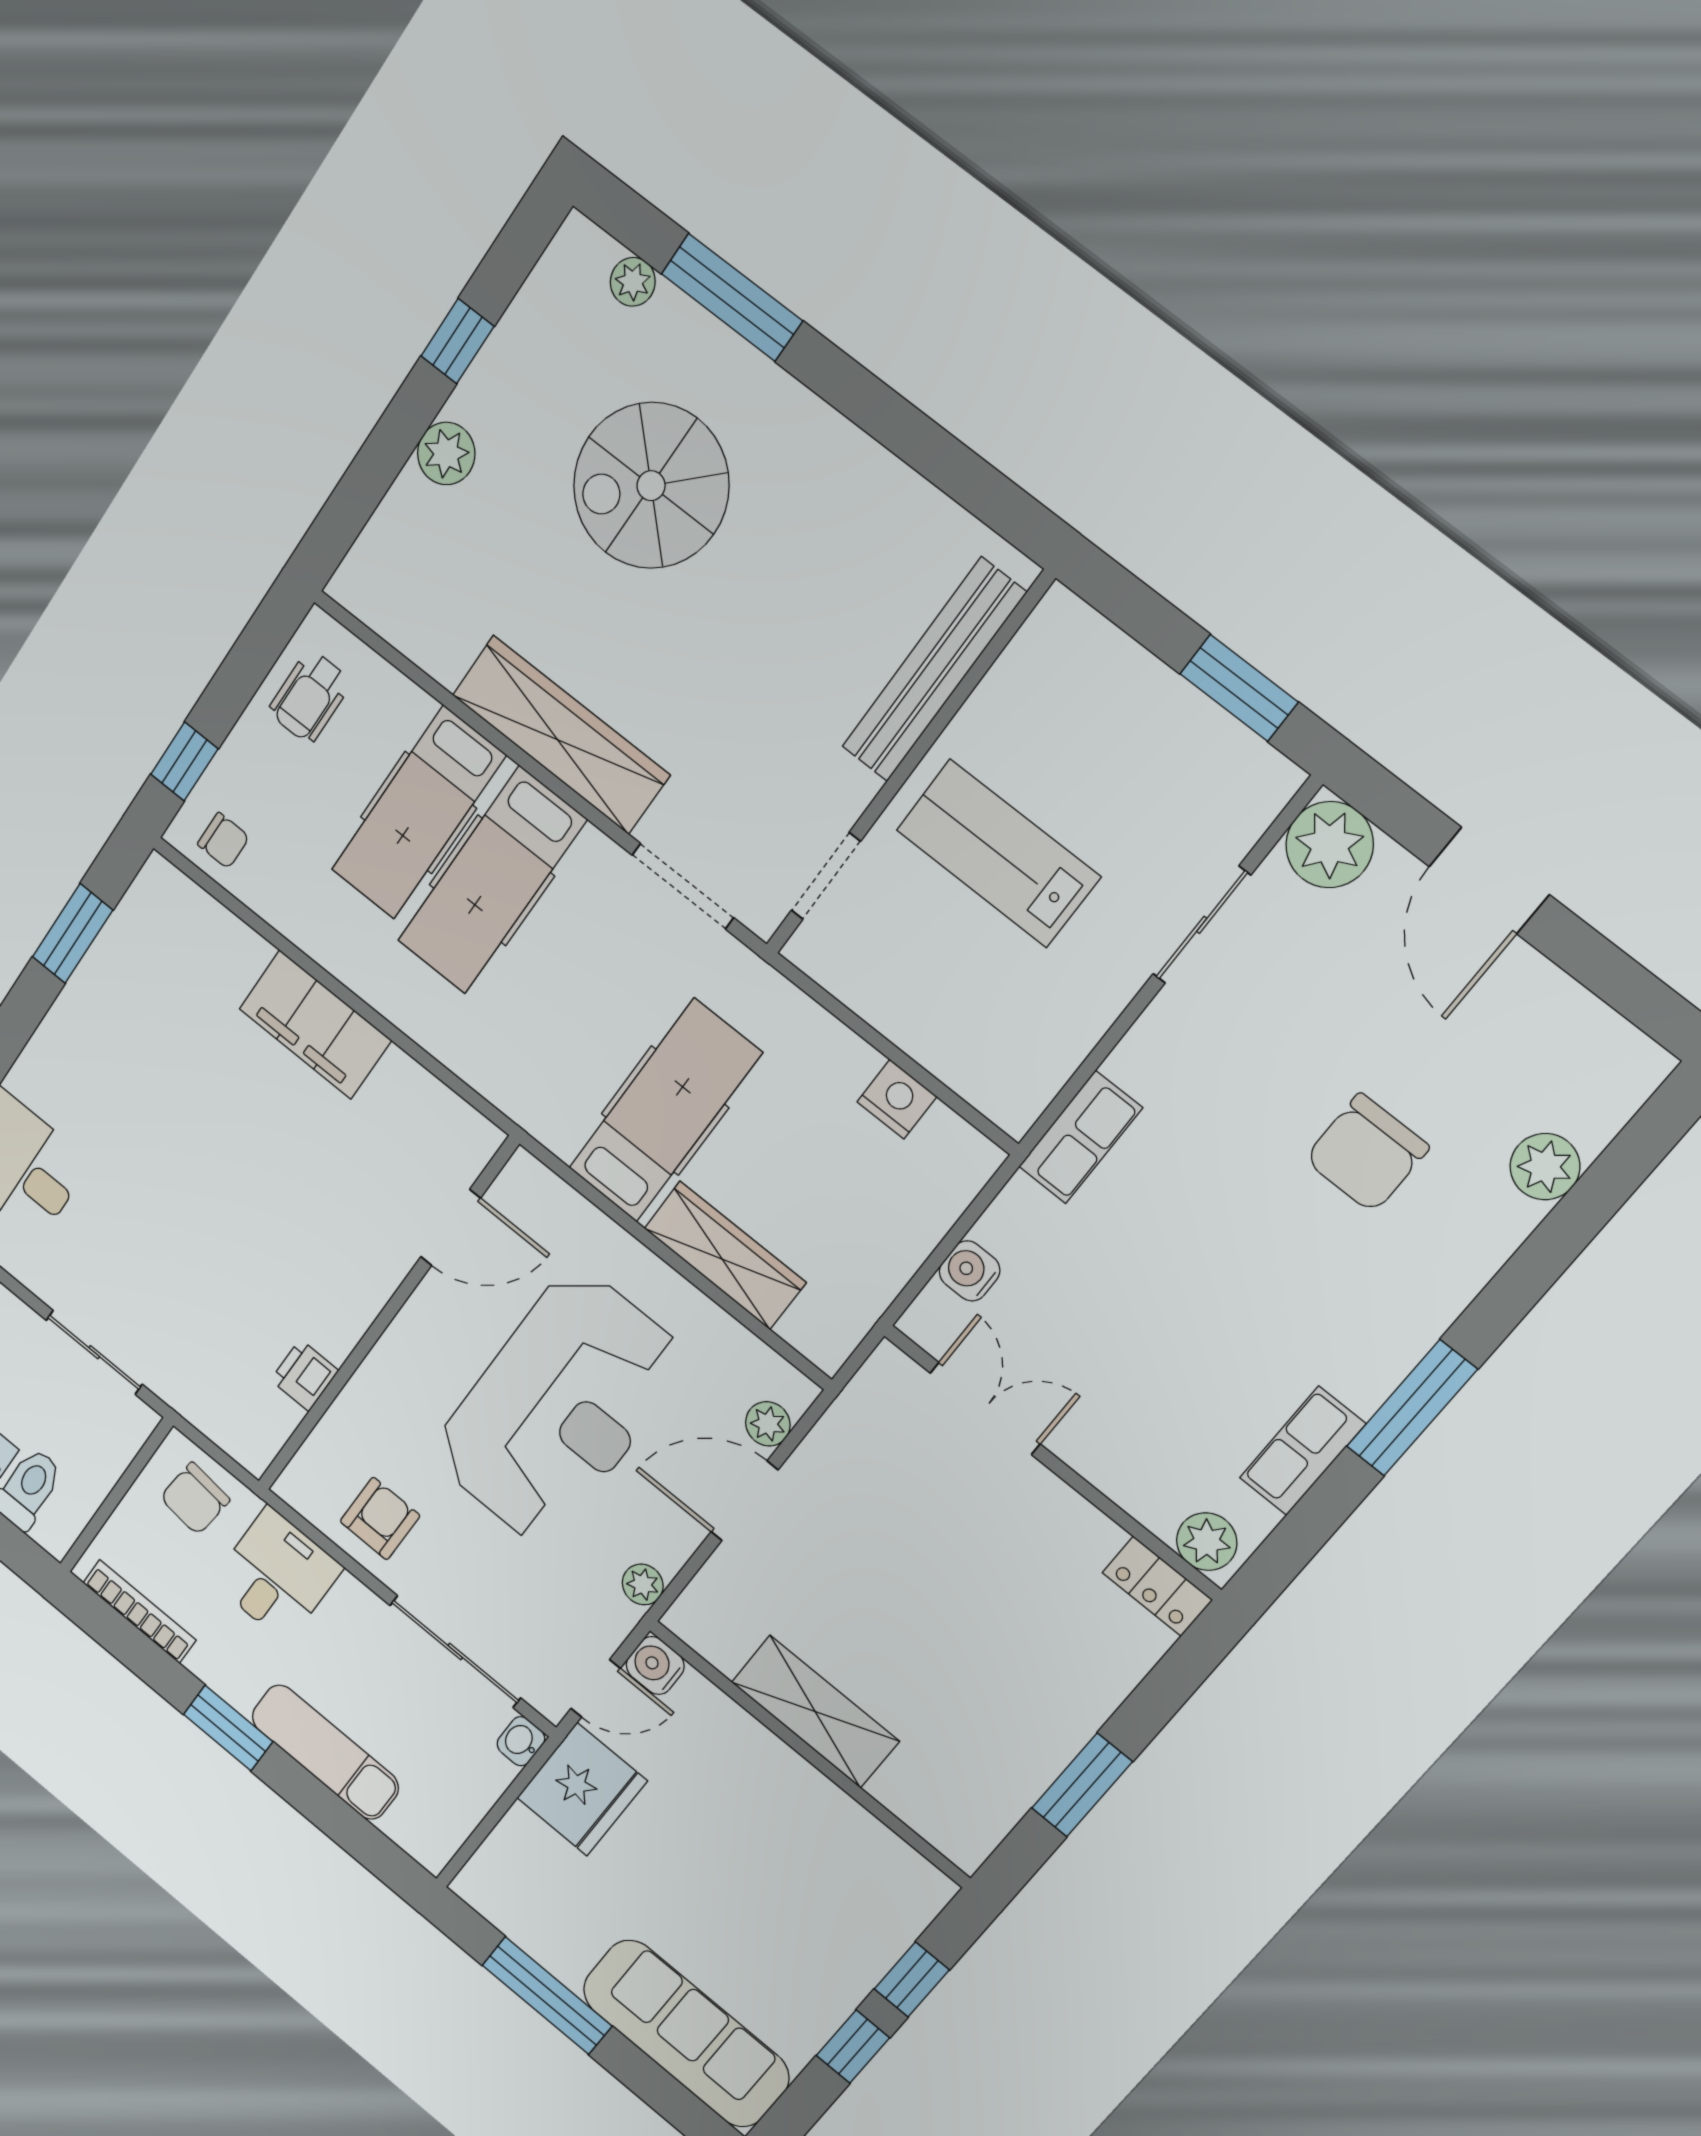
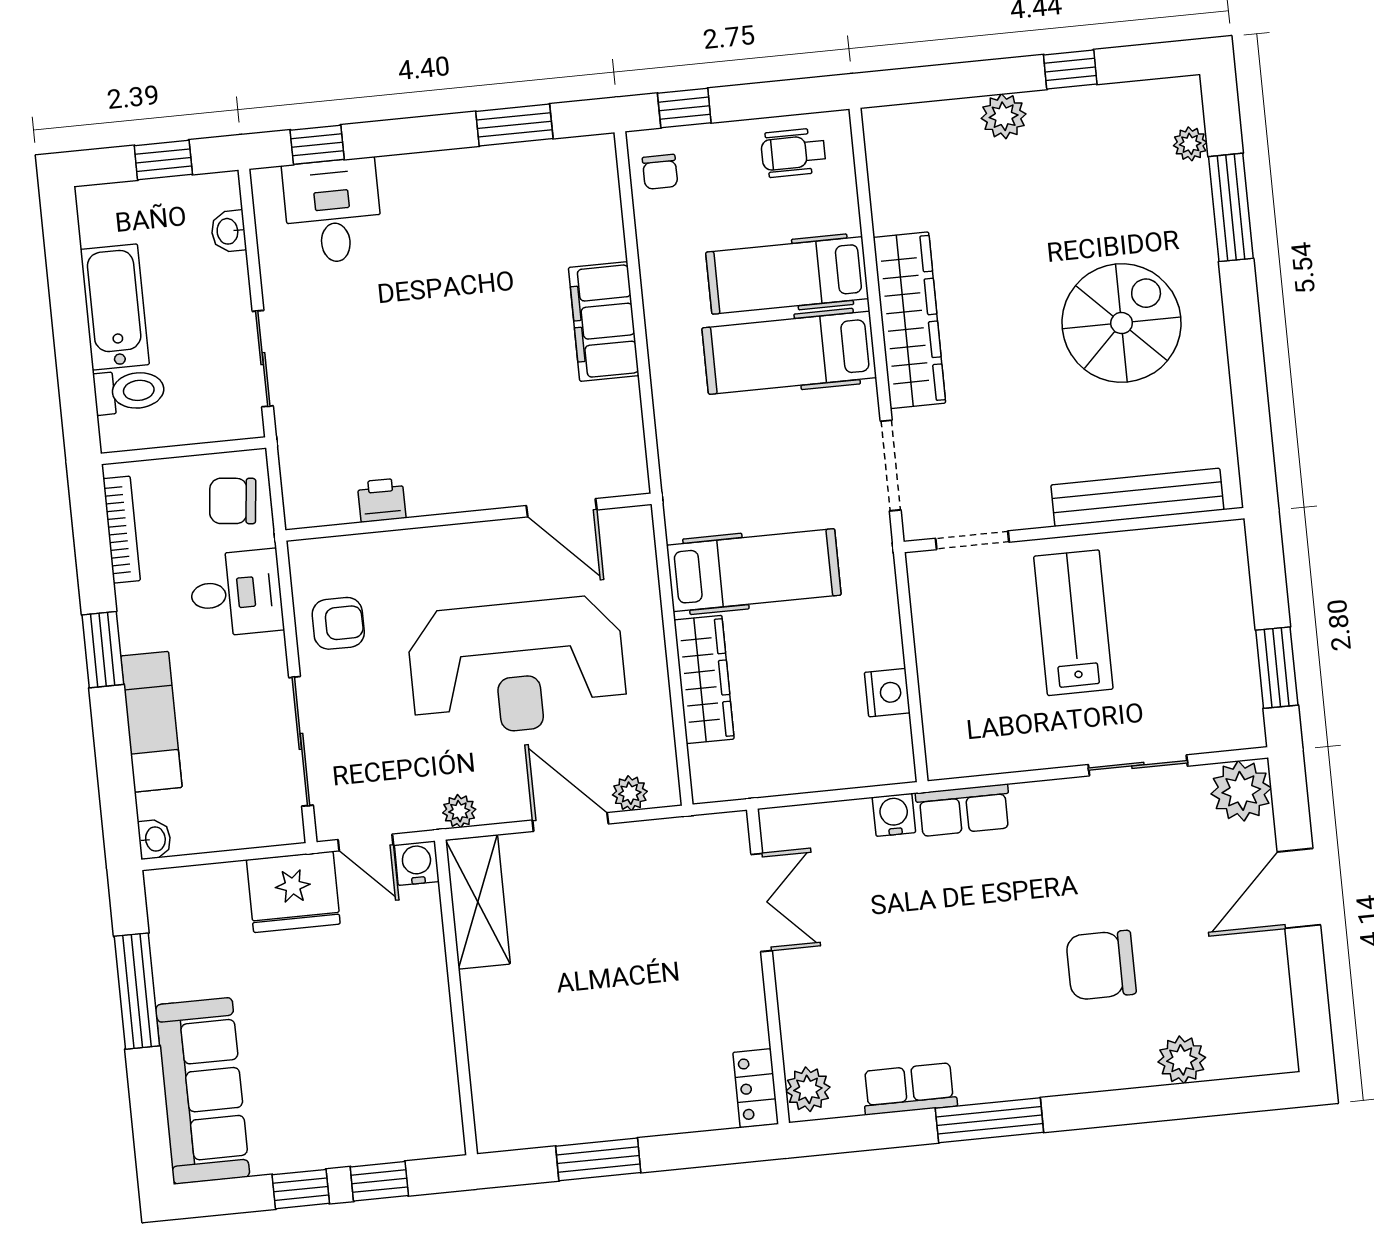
spiral stairs: (651, 486) -> (1122, 323), moved, turned 90
water cooler: (970, 1271) -> (894, 815), moved
shelving: (815, 1712) -> (478, 902), moved
washbasin: (521, 1741) -> (155, 839), moved, turned 90

